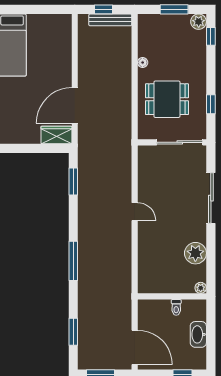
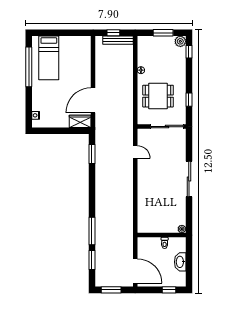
sliding door: (211, 198) -> (189, 179), moved
door: (135, 212) -> (135, 152), moved
plant: (195, 253) -> (178, 205), removed
window: (73, 261) -> (92, 231), moved

